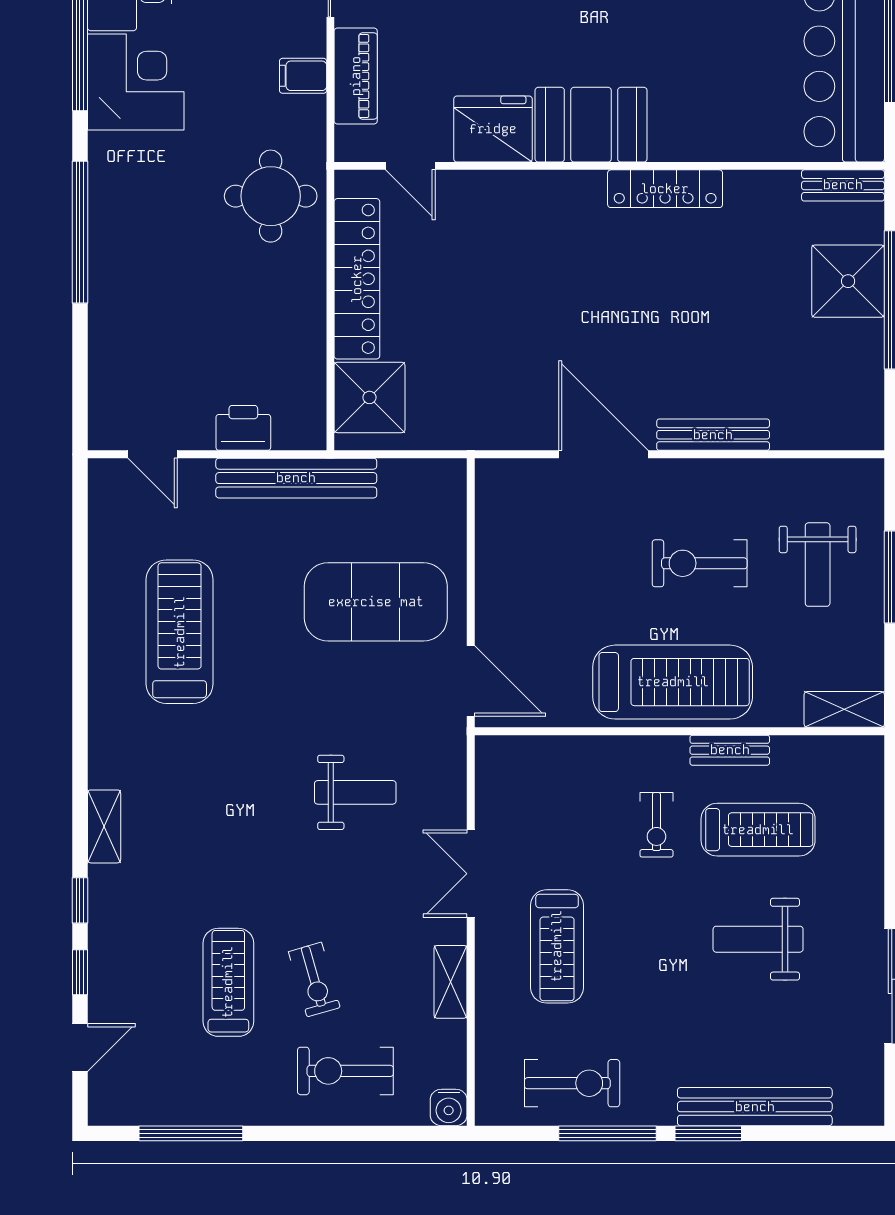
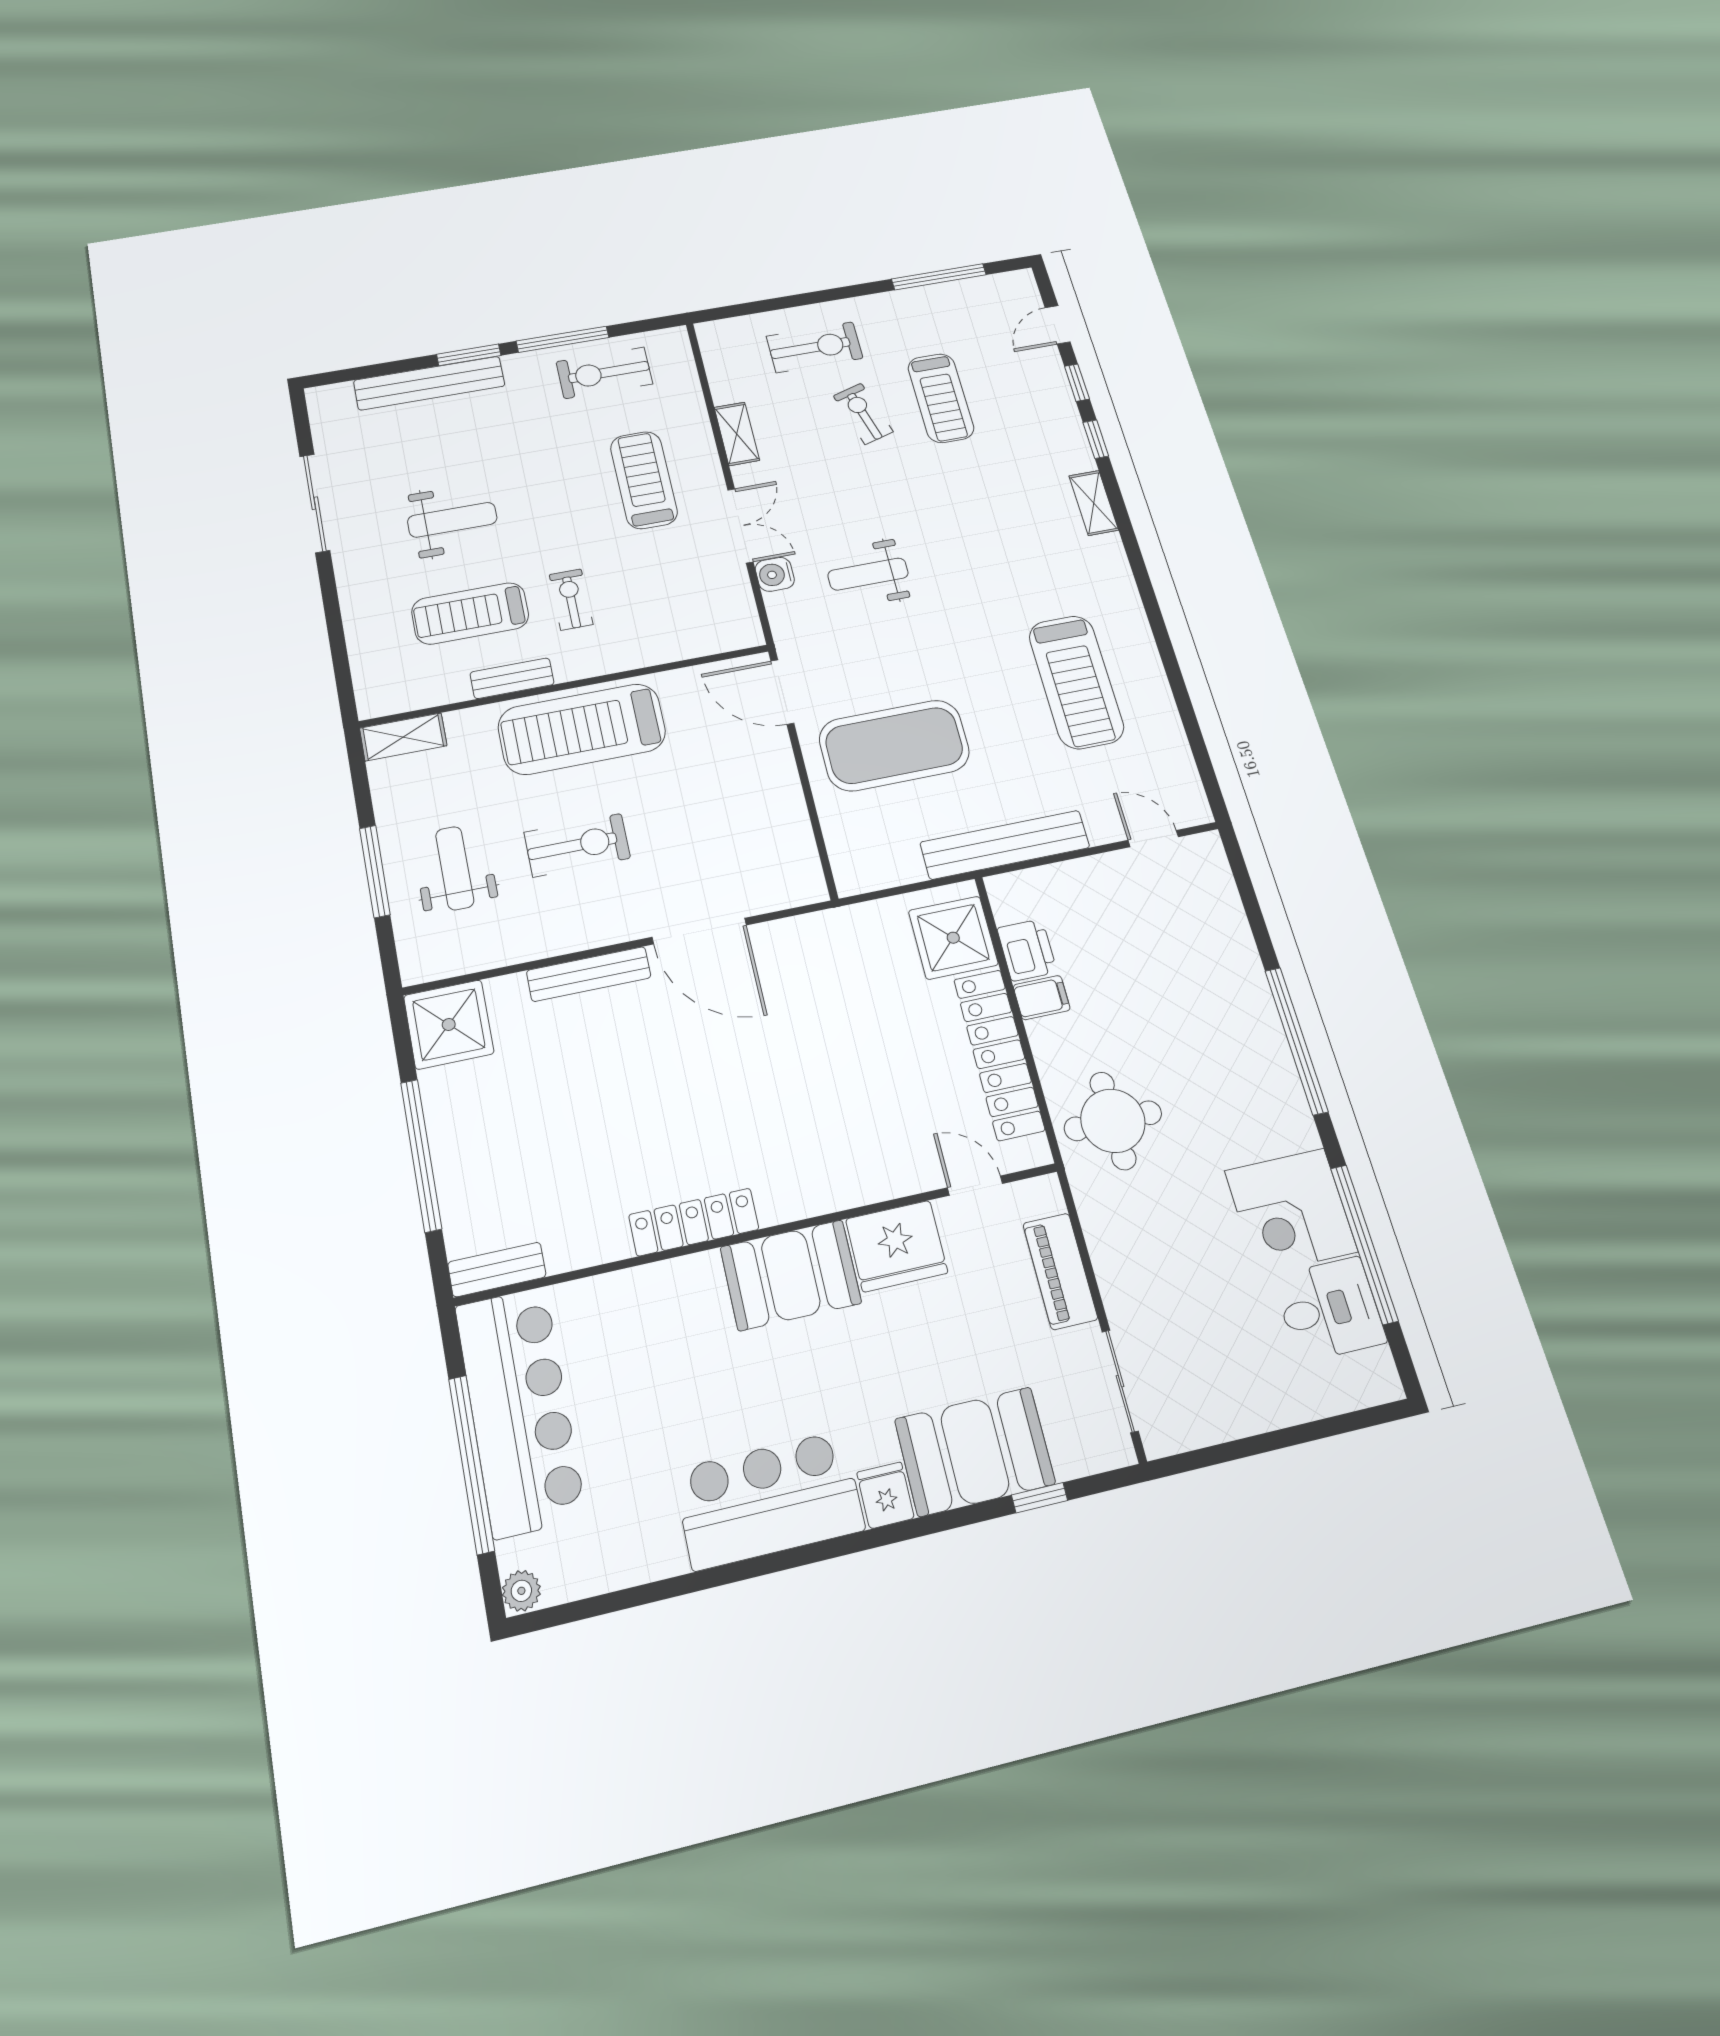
filing cabinet: (303, 76) -> (1042, 998), moved
shower: (848, 281) -> (449, 1024), moved
printer: (243, 428) -> (1027, 950), moved, turned -90
water cooler: (449, 1107) -> (775, 574), moved, turned -90

